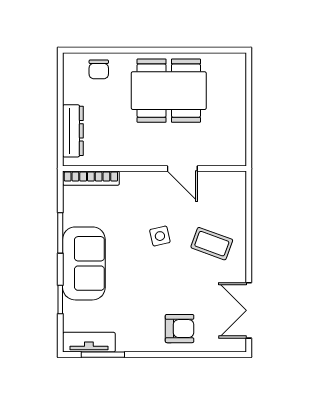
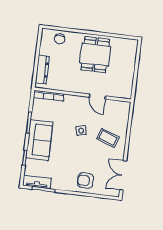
dining table: (169, 91) -> (95, 55), width x0.73
armchair: (180, 329) -> (86, 181), turned 180

